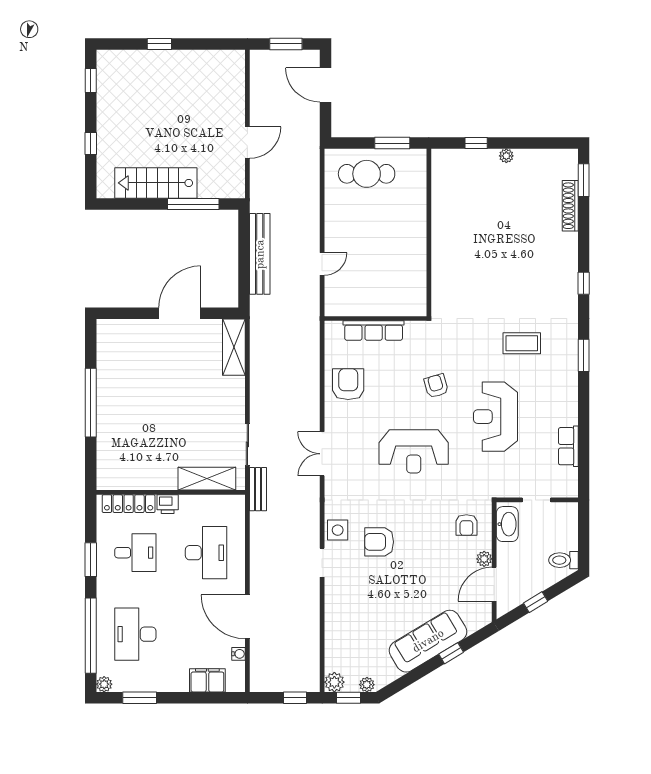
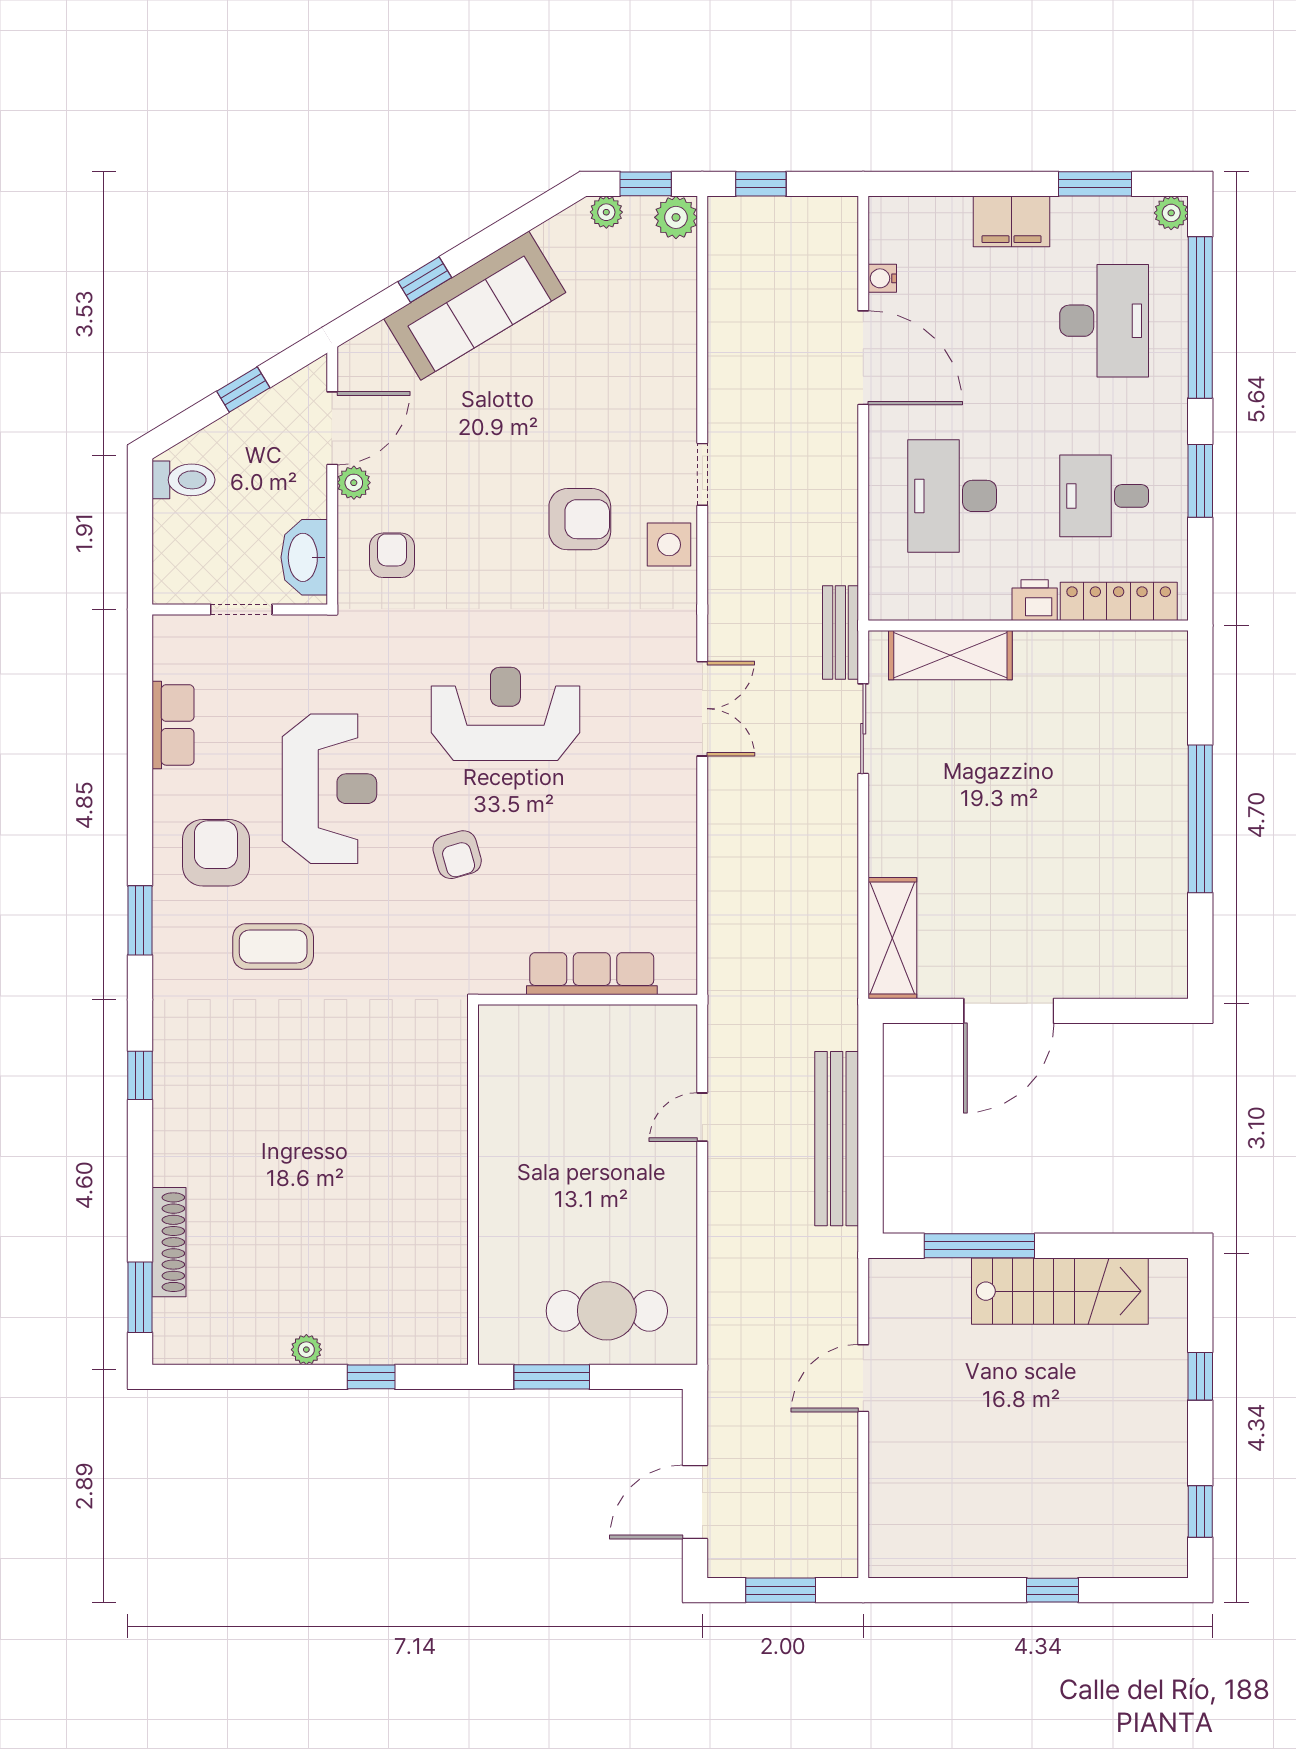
door: (326, 85) -> (695, 1502), swing flipped
armchair: (348, 384) -> (216, 853), moved, turned 180
filing cabinet: (207, 680) -> (1011, 221), moved

